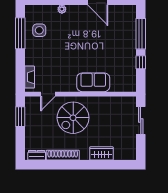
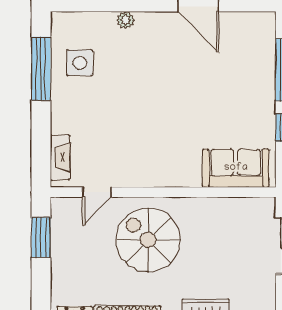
sofa: (93, 82) -> (236, 168), moved
spiral stairs: (73, 118) -> (148, 240), turned 90

